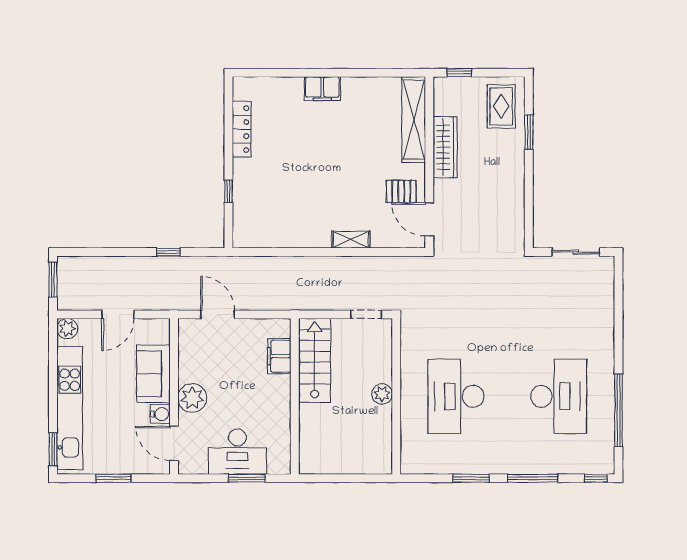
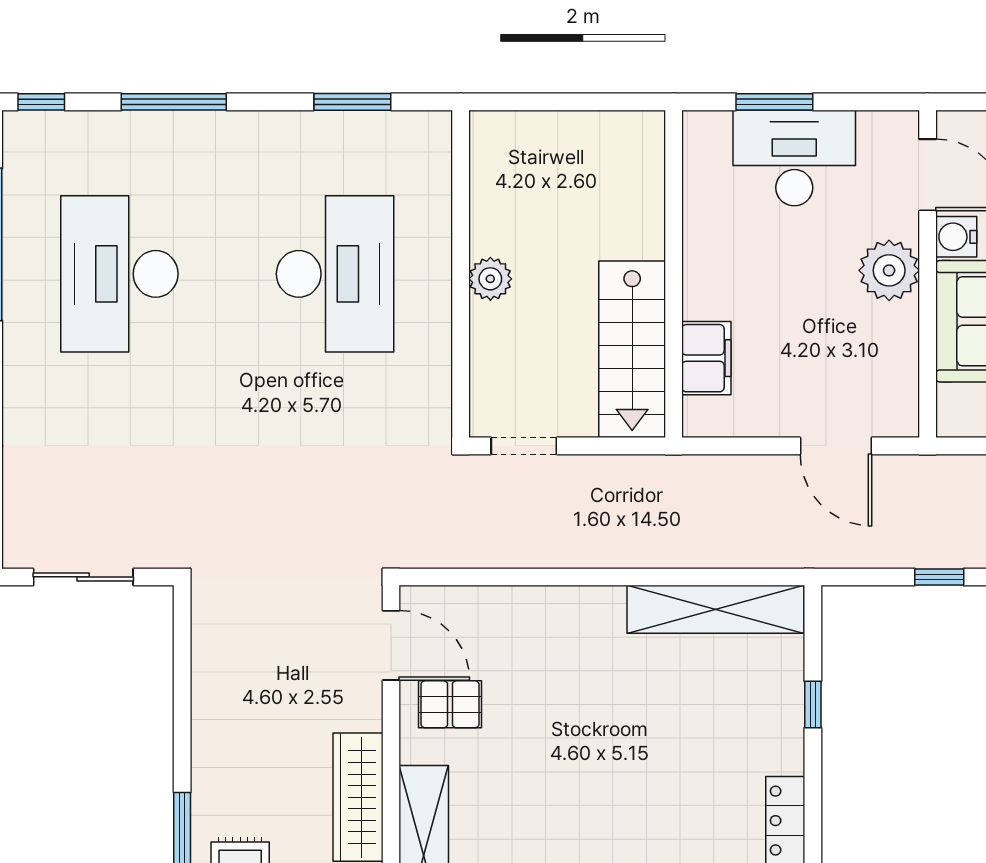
shelving: (351, 240) -> (715, 609), moved, width x2.20, depth x1.33
window: (471, 478) -> (352, 102), moved

